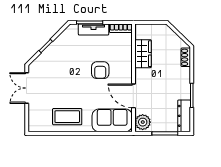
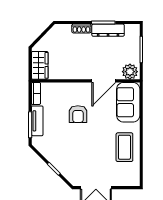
wardrobe: (143, 54) -> (40, 65), moved, turned 90
shoe rack: (186, 57) -> (81, 28), moved
armchair: (100, 70) -> (78, 114), turned 90
dresser: (184, 116) -> (108, 30), moved

